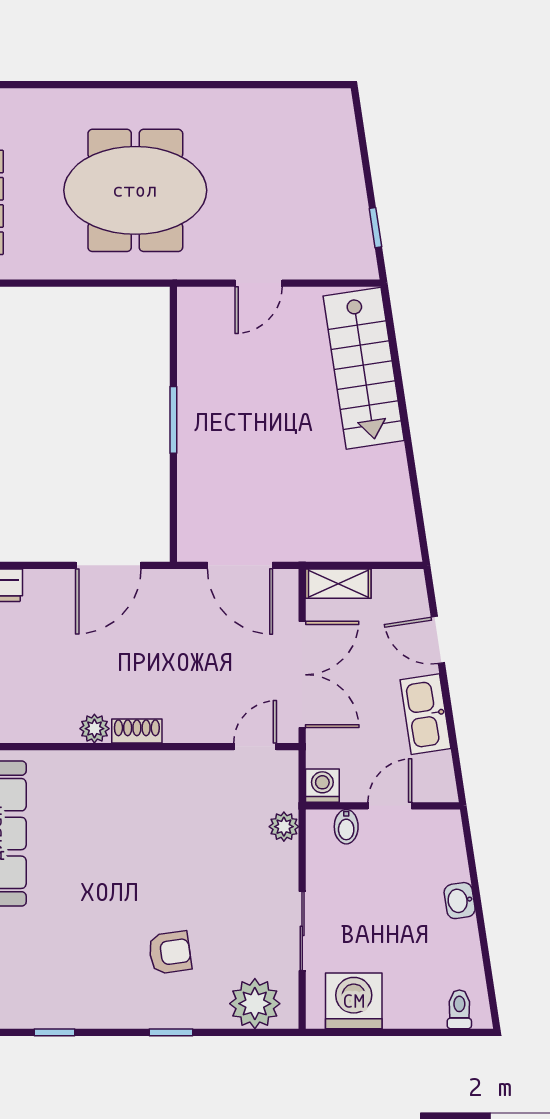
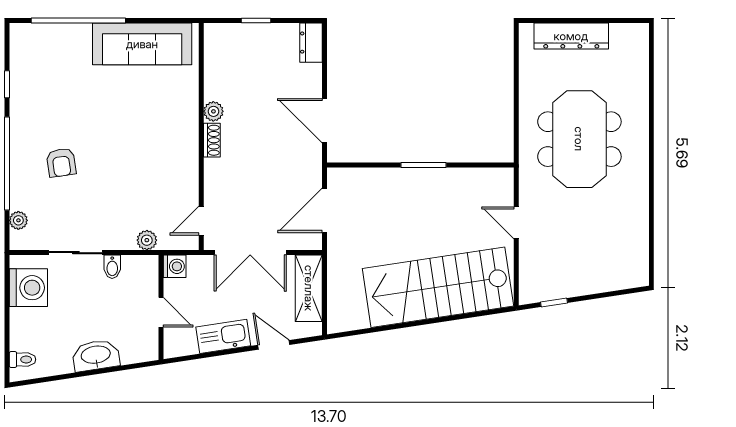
stairs: (364, 368) -> (438, 287), width x1.36, depth x1.51
shelving: (338, 584) -> (309, 288), width x1.50, depth x1.33
door: (438, 640) -> (274, 345), hinge flipped
door: (255, 747) -> (201, 221), swing flipped
bidet: (346, 827) -> (112, 267), moved, turned -90
washbasin: (460, 901) -> (96, 355), width x1.91, depth x1.45
plant: (255, 1004) -> (18, 220), width x0.53, depth x0.53
window: (171, 1032) -> (7, 163), width x3.17

